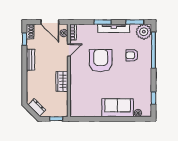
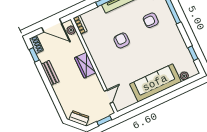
door: (69, 50) -> (109, 97), moved
armchair: (101, 61) -> (122, 40), width x0.53, depth x0.53
wardrobe: (62, 81) -> (85, 65), moved
sofa: (118, 108) -> (155, 83), width x1.36

